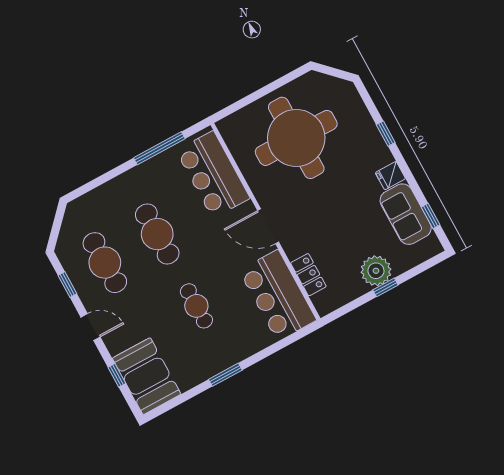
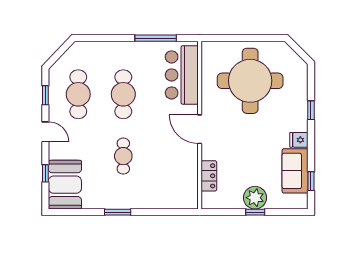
bar counter: (278, 295) -> (181, 178), removed

